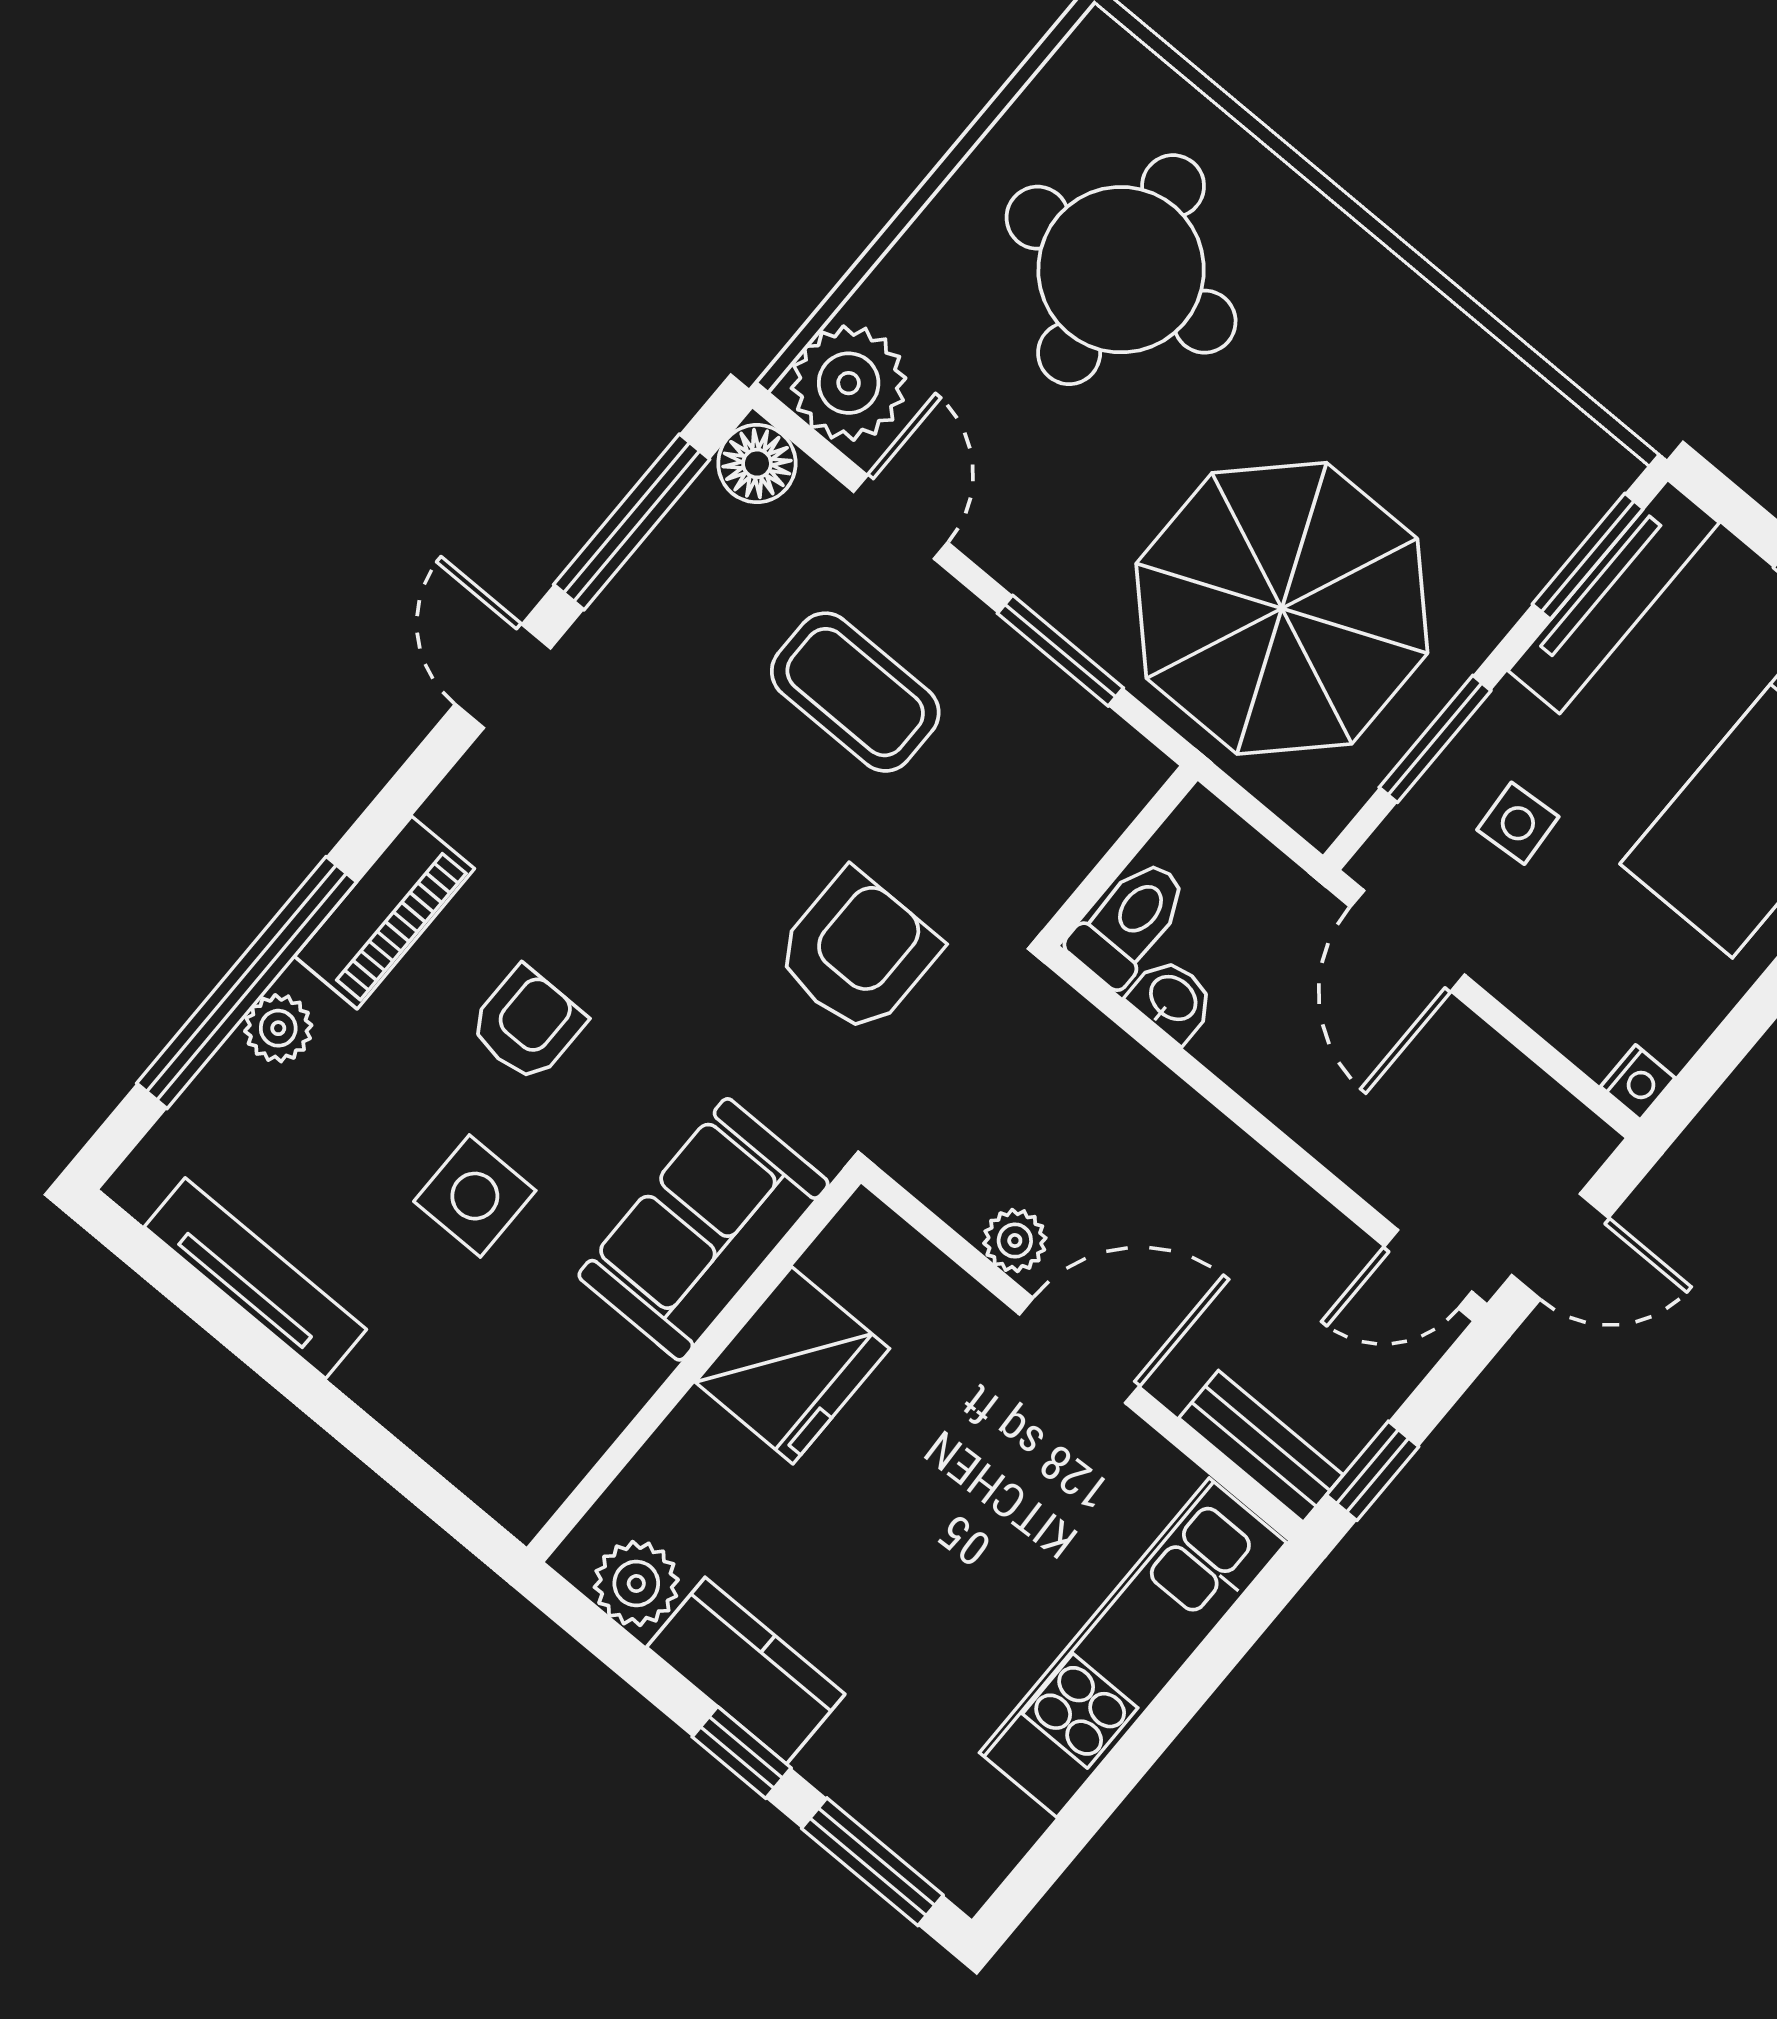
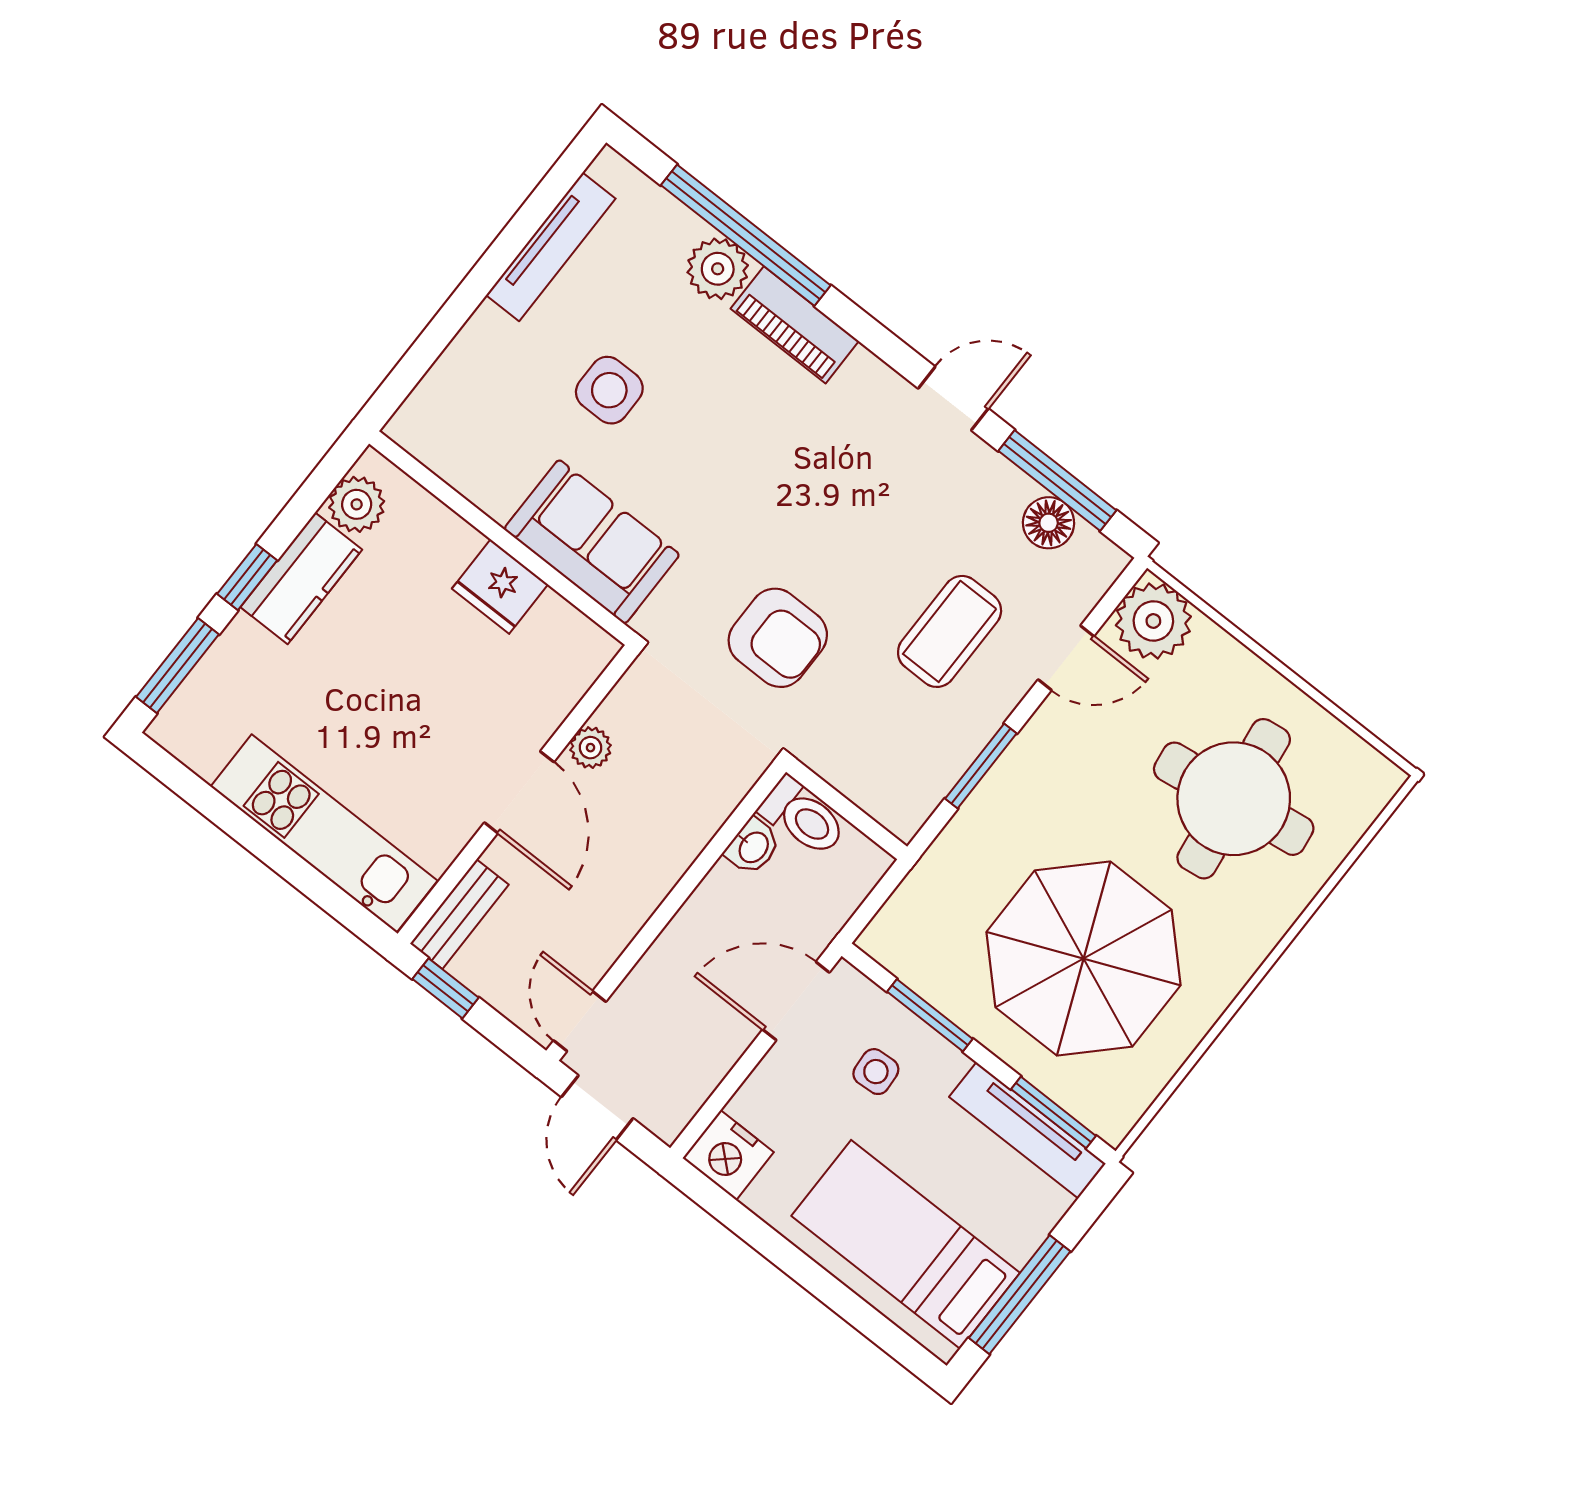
floor lamp: (757, 464) -> (1049, 523), moved
parasol: (1282, 608) -> (1084, 959), moved
armchair: (527, 1024) -> (724, 421), removed
plant: (278, 1028) -> (718, 269), width x1.38, depth x1.38
nightstand: (1638, 1082) -> (728, 1155), width x1.89, depth x1.79
fridge: (792, 1365) -> (500, 587), width x0.73, depth x0.75

